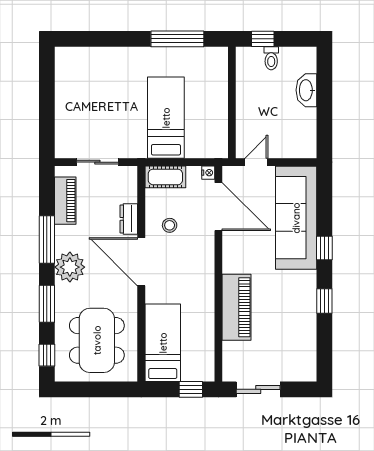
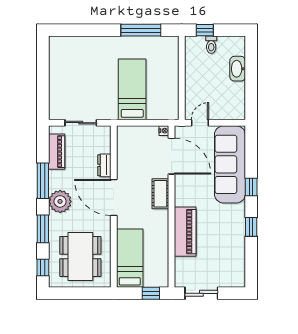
cot: (165, 177) -> (160, 194), moved, turned 90
stool: (170, 225) -> (135, 170), removed

